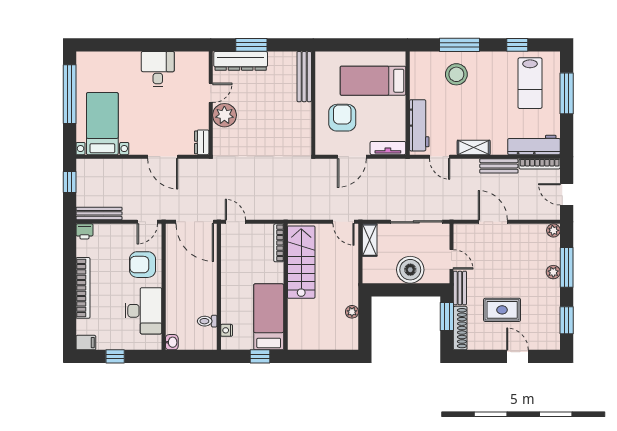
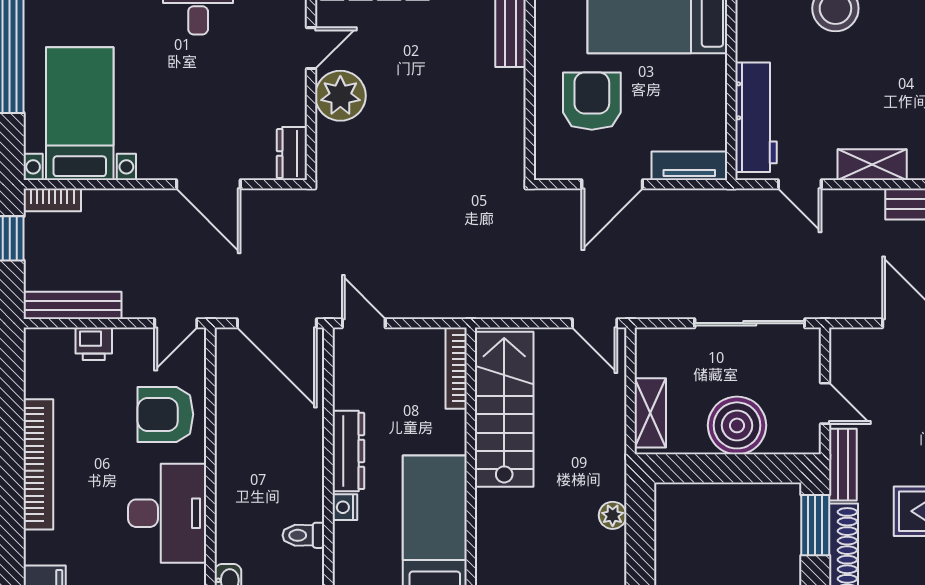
bookcase: (89, 164) -> (52, 200), added
printer: (84, 231) -> (94, 344), moved
shelving: (370, 240) -> (650, 413), moved
dresser: (228, 282) -> (348, 451), added
nightstand: (227, 330) -> (345, 507), moved

